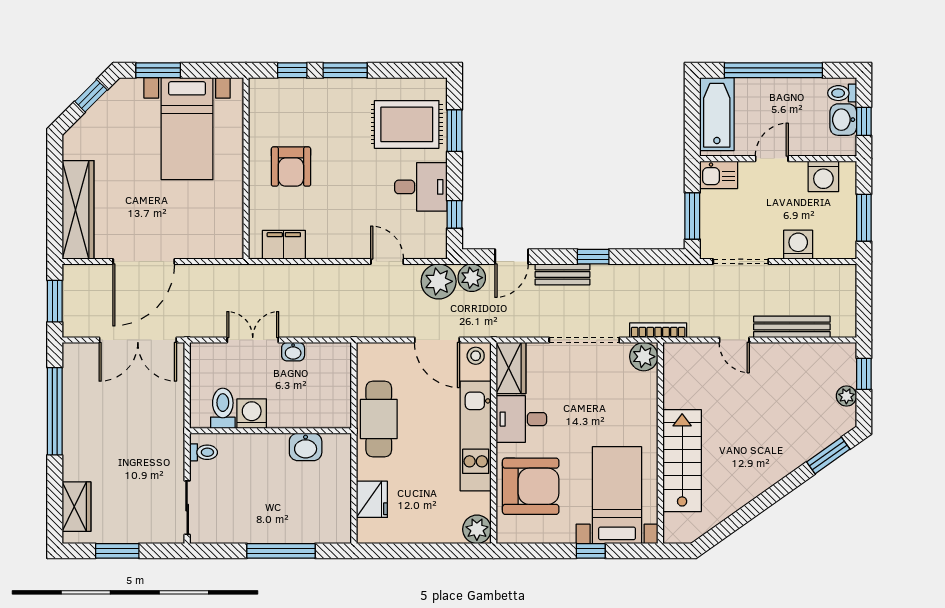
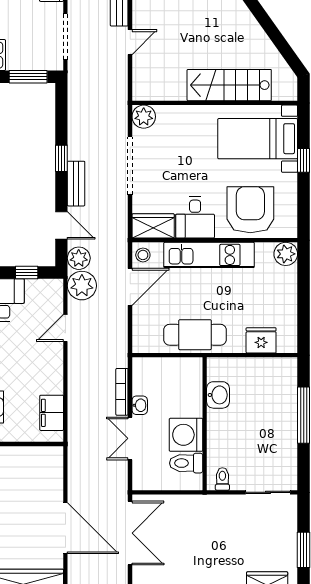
bookcase: (658, 330) -> (122, 392), moved
washing machine: (252, 414) -> (186, 435), width x1.37, depth x1.37

